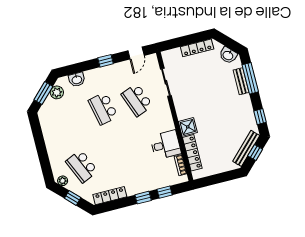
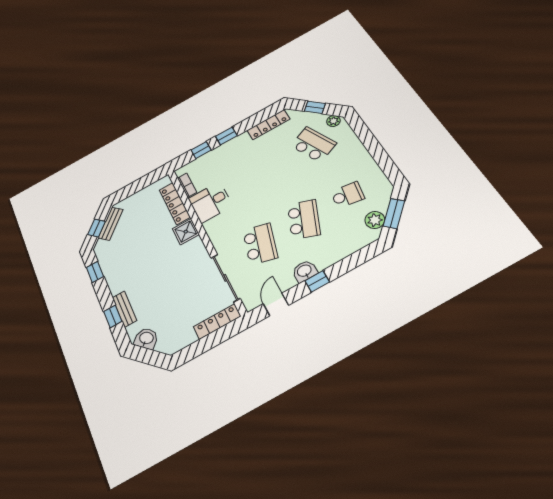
locker: (197, 48) -> (217, 322), moved
window: (250, 78) -> (113, 316), width x0.46
washbasin: (77, 80) -> (304, 271), moved
sliding door: (166, 82) -> (225, 278), width x1.37
school desk: (137, 100) -> (260, 244), turned 36
school desk: (103, 109) -> (304, 219), turned 33
school desk: (69, 117) -> (348, 195), added
bench: (246, 148) -> (111, 224), width x0.73

